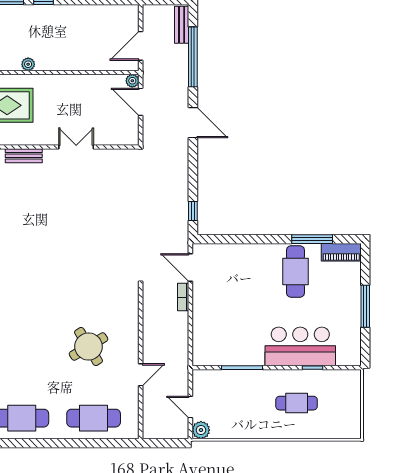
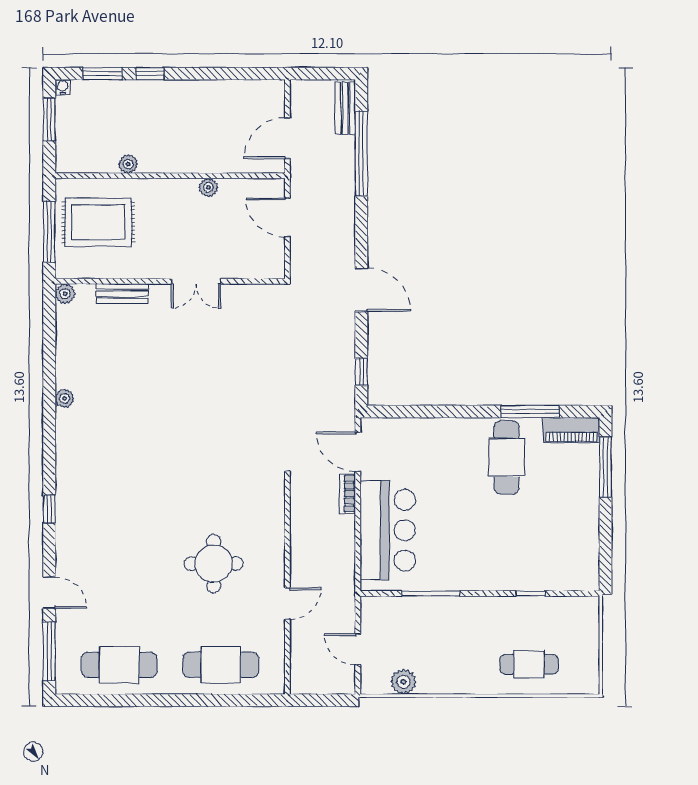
plant: (132, 81) -> (208, 187), moved
door: (193, 123) -> (361, 290), moved
double door: (76, 147) -> (196, 281), swing flipped
window: (365, 306) -> (605, 467), moved
bar counter: (300, 346) -> (388, 530), moved, turned 90
round table: (88, 347) -> (214, 564), turned 31
cafe table: (297, 403) -> (529, 664), moved
plant: (201, 430) -> (403, 682), moved

